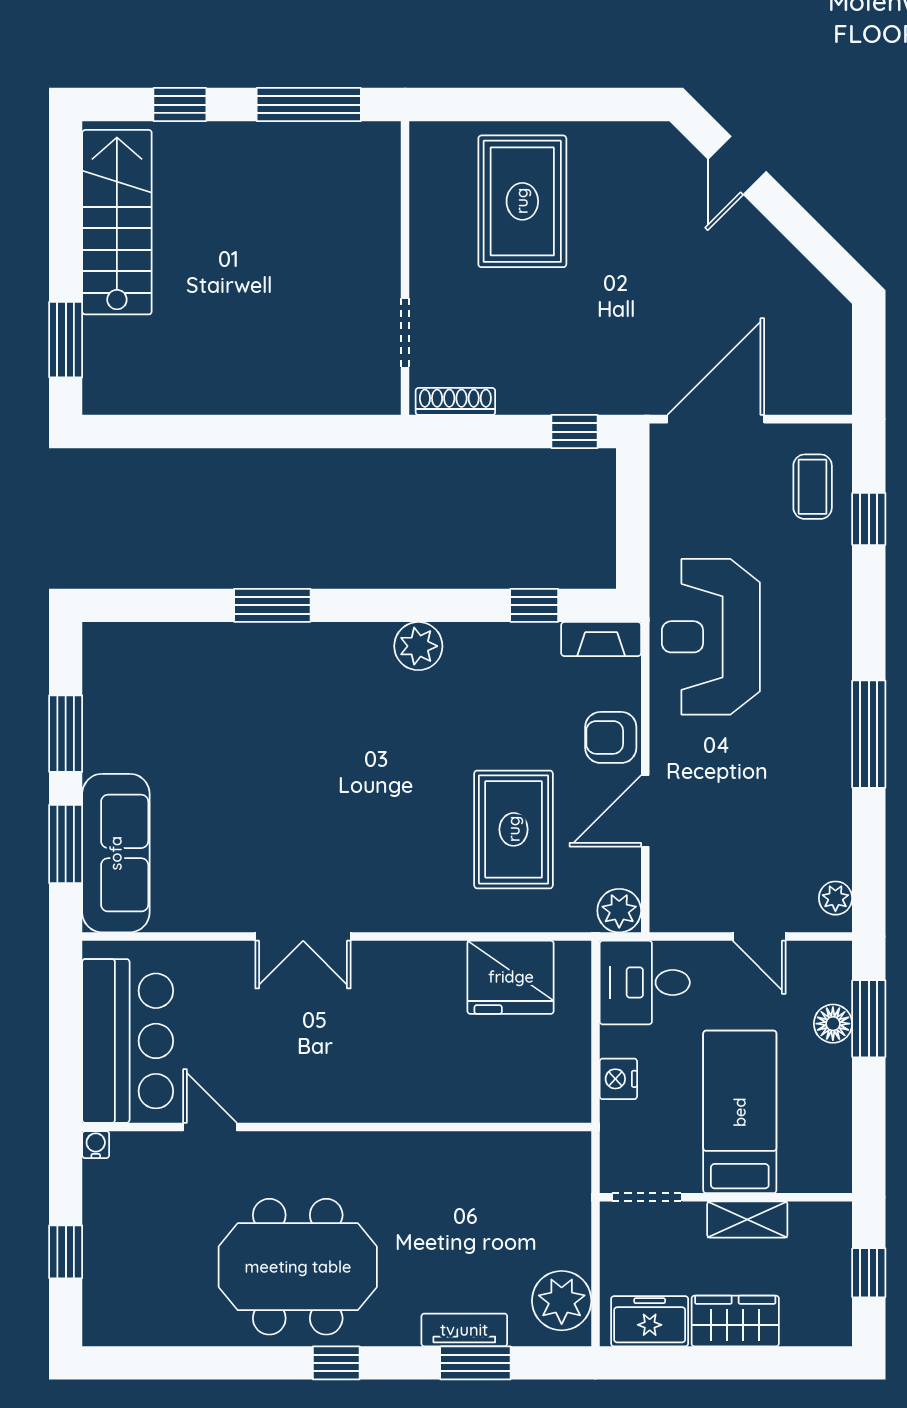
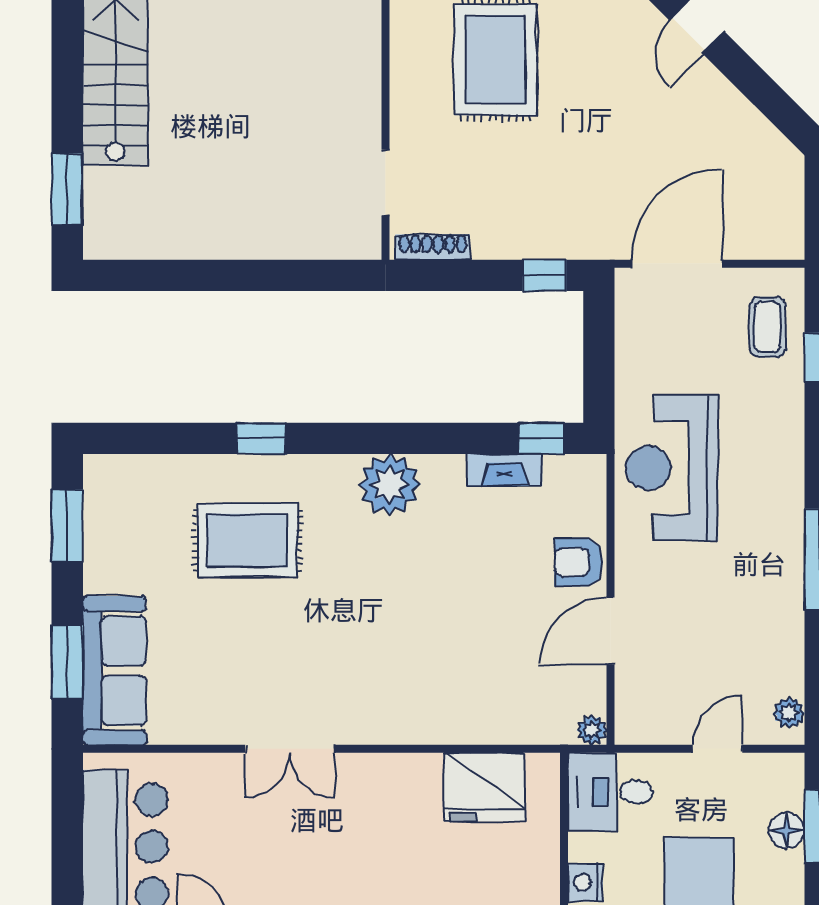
window: (272, 605) -> (261, 438), width x0.67
window: (534, 605) -> (541, 438), moved
fireplace: (601, 639) -> (505, 470), moved
plant: (418, 646) -> (390, 485), width x1.36, depth x1.36
window: (66, 734) -> (67, 526), moved
rug: (514, 829) -> (247, 541), moved, turned 90
plant: (619, 911) -> (592, 730), width x0.73, depth x0.73
door: (759, 937) -> (717, 749), swing flipped

